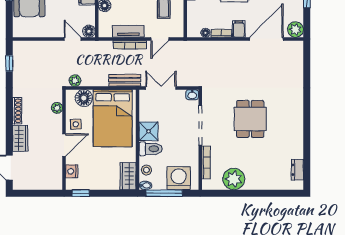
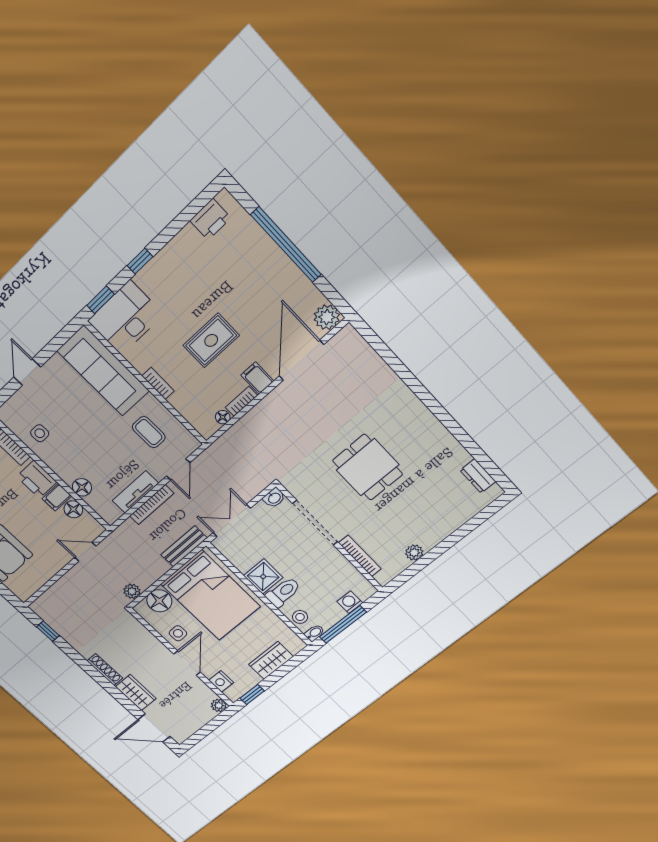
floor lamp: (89, 31) -> (73, 509), moved
plant: (57, 108) -> (219, 705), moved
wardrobe: (128, 176) -> (271, 660), moved, turned 90
washing machine: (179, 178) -> (350, 602), width x0.53, depth x0.53
plant: (234, 179) -> (414, 553), width x0.53, depth x0.53

